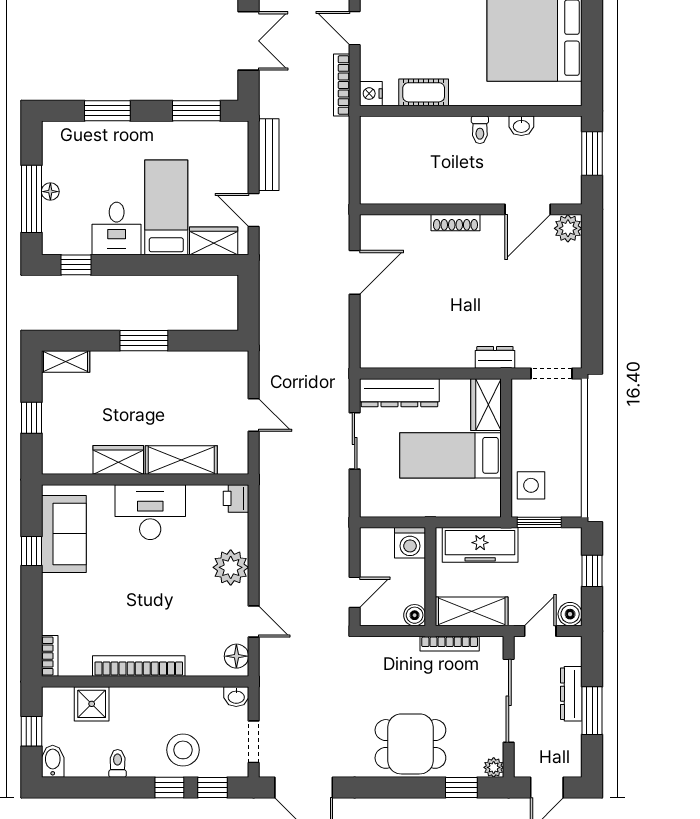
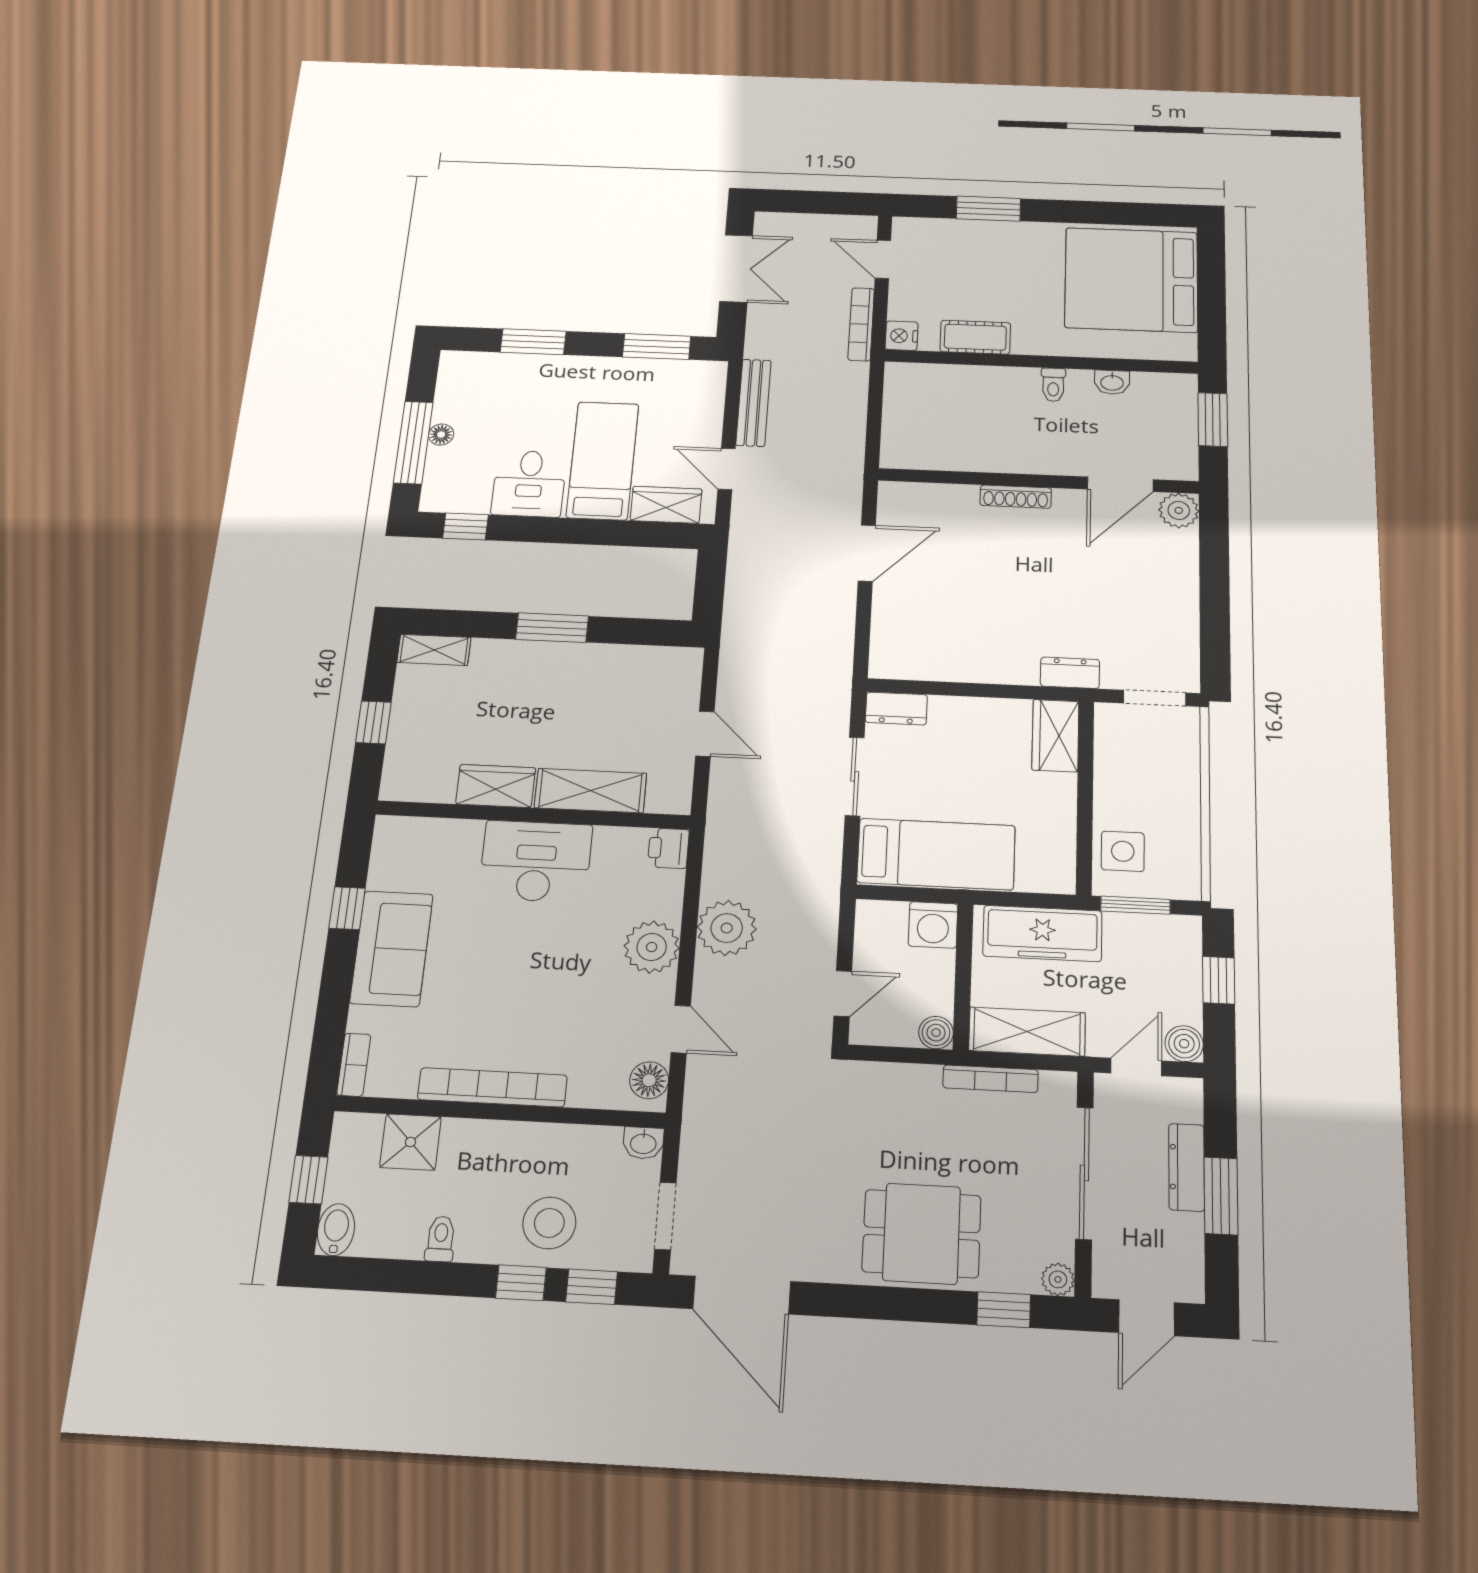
dresser: (399, 393) -> (896, 709), width x0.51, depth x0.80
bed: (451, 455) -> (936, 854), moved, turned 180
sofa: (64, 534) -> (392, 949), moved
plant: (278, 552) -> (727, 928), added

